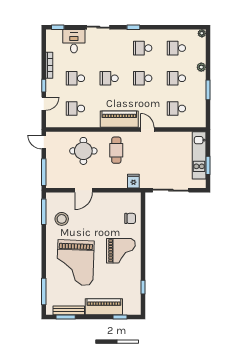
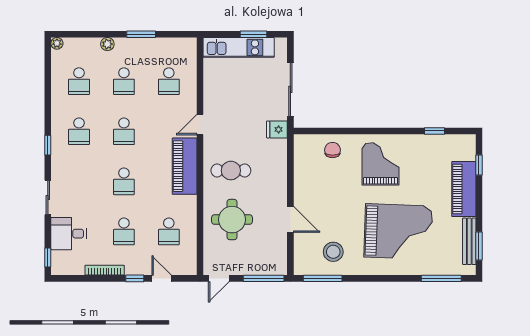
fridge: (133, 181) -> (277, 129), moved

